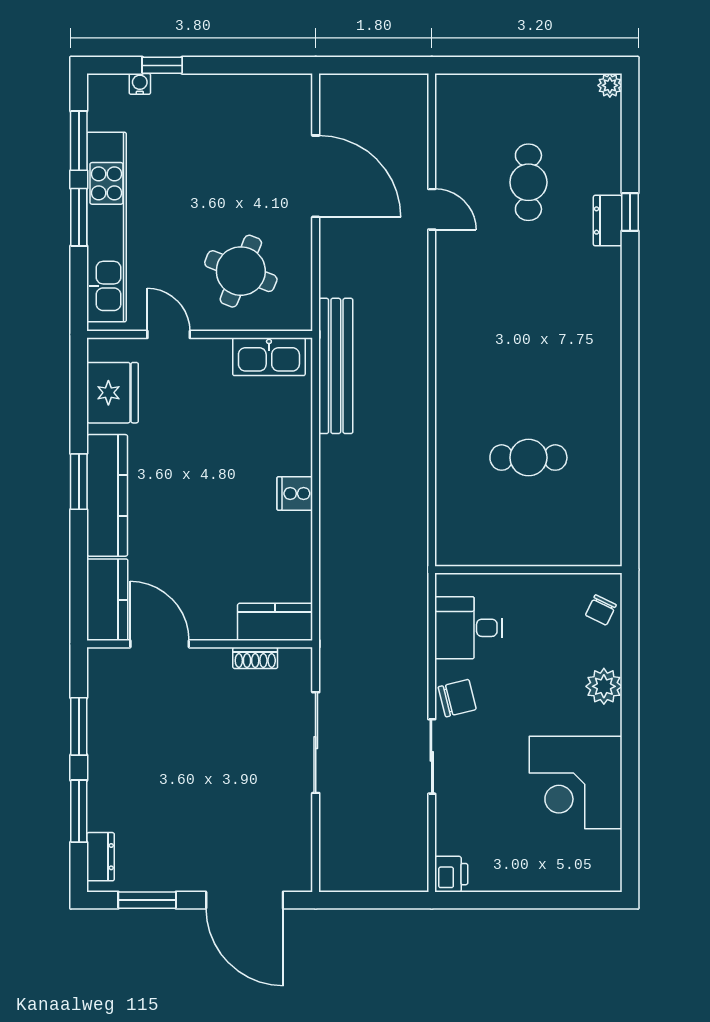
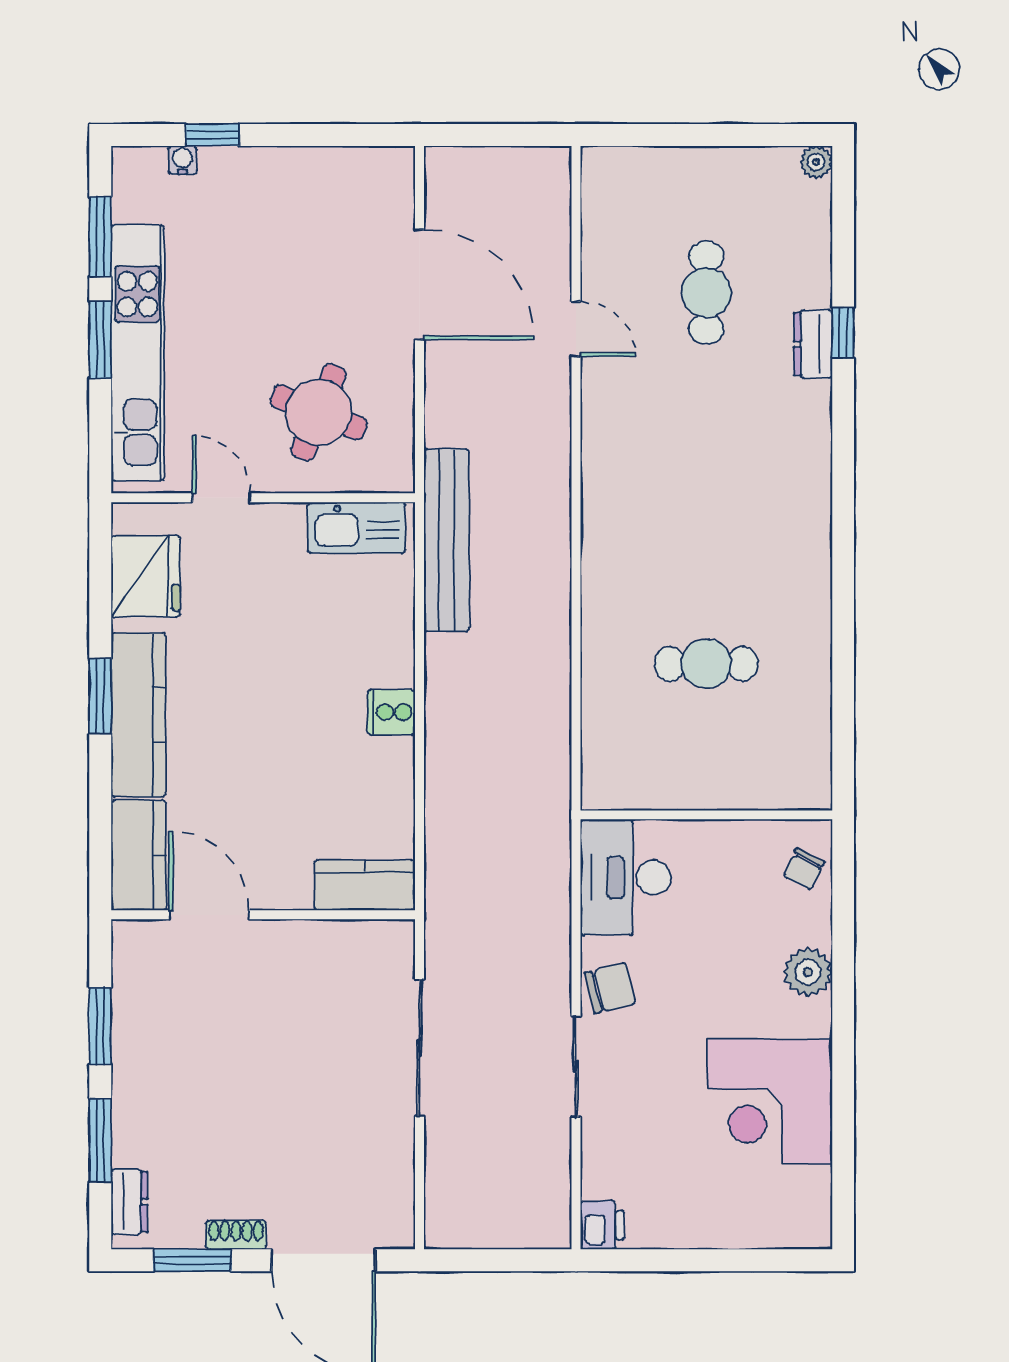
desk: (469, 628) -> (626, 877), width x1.37
shoe rack: (255, 658) -> (236, 1235), moved, turned 180

